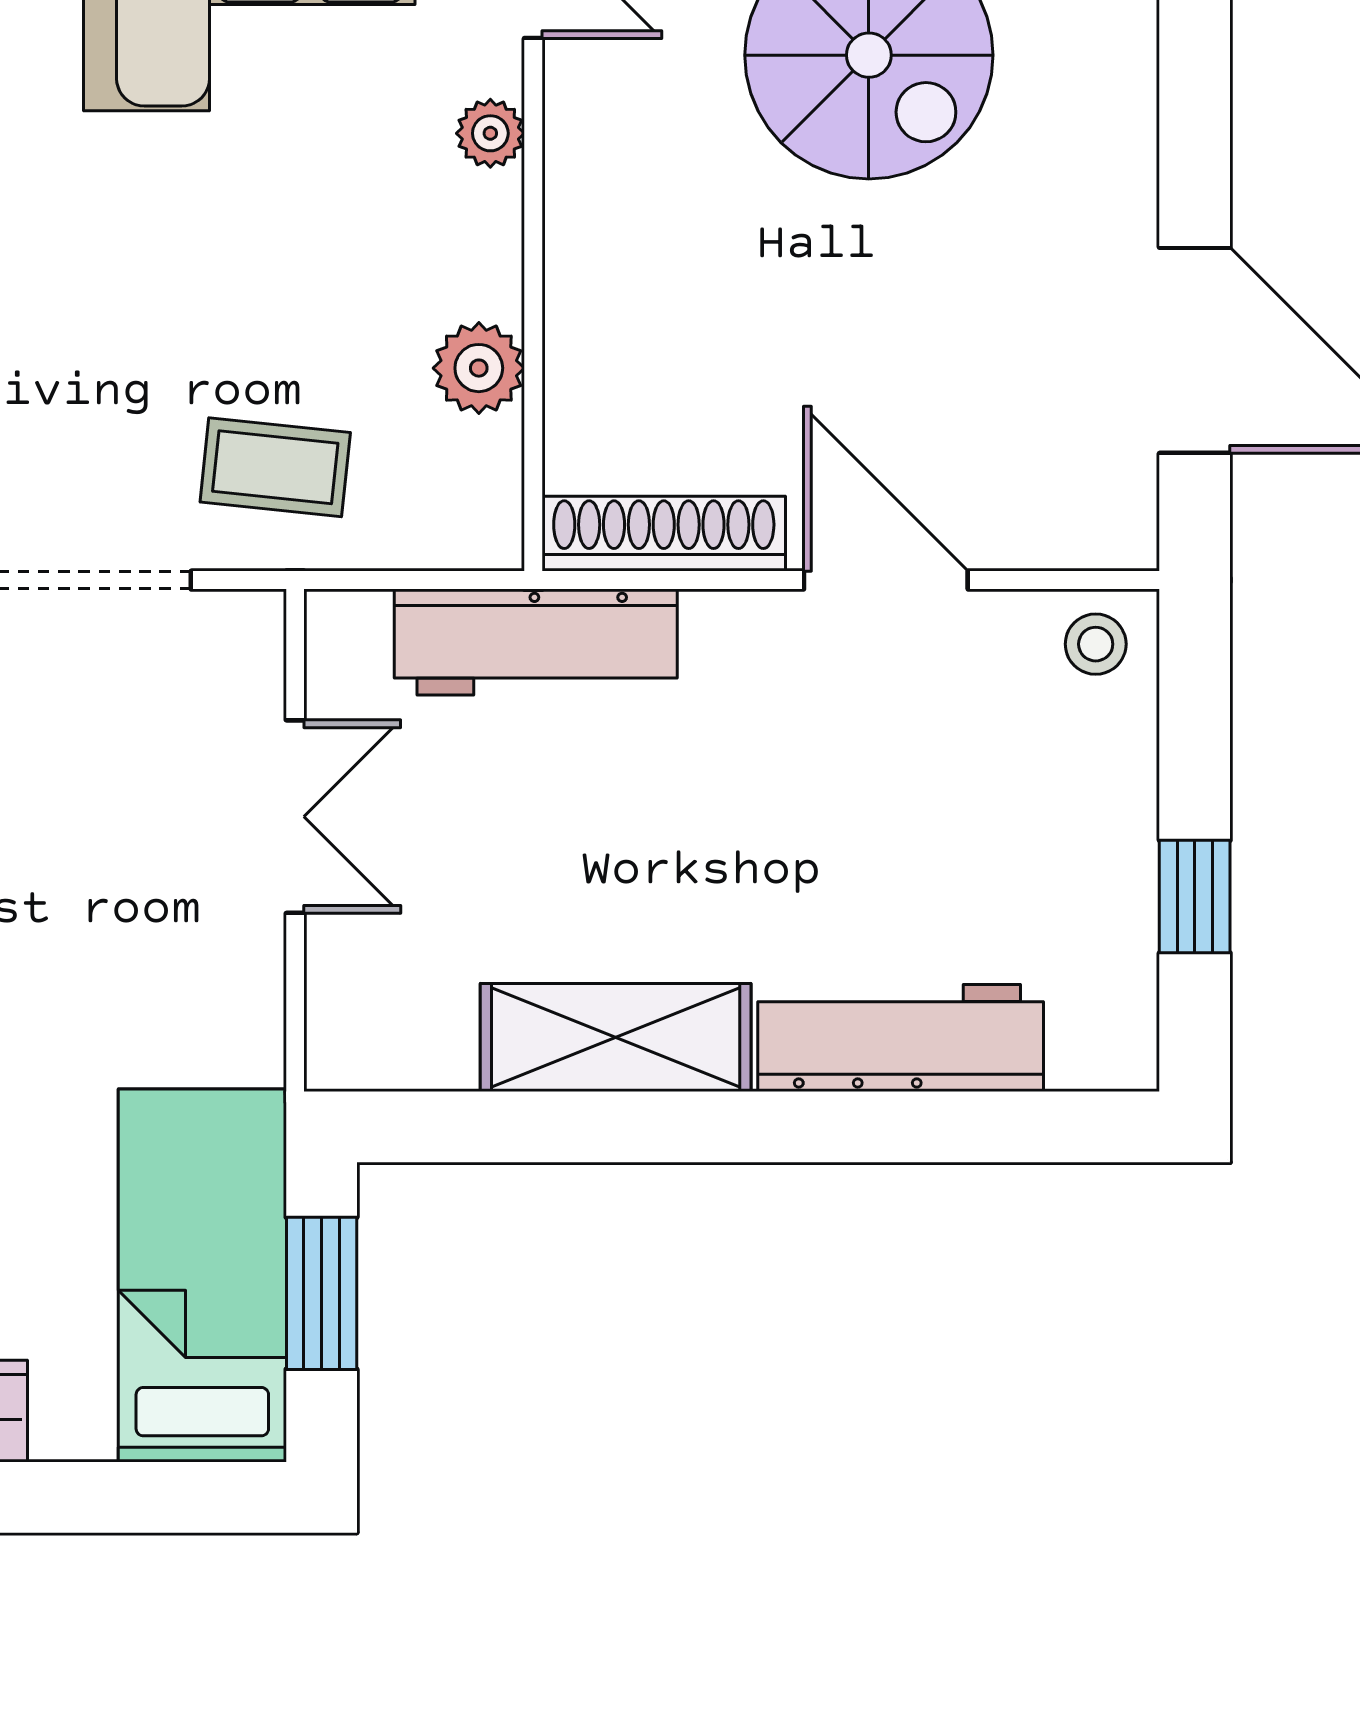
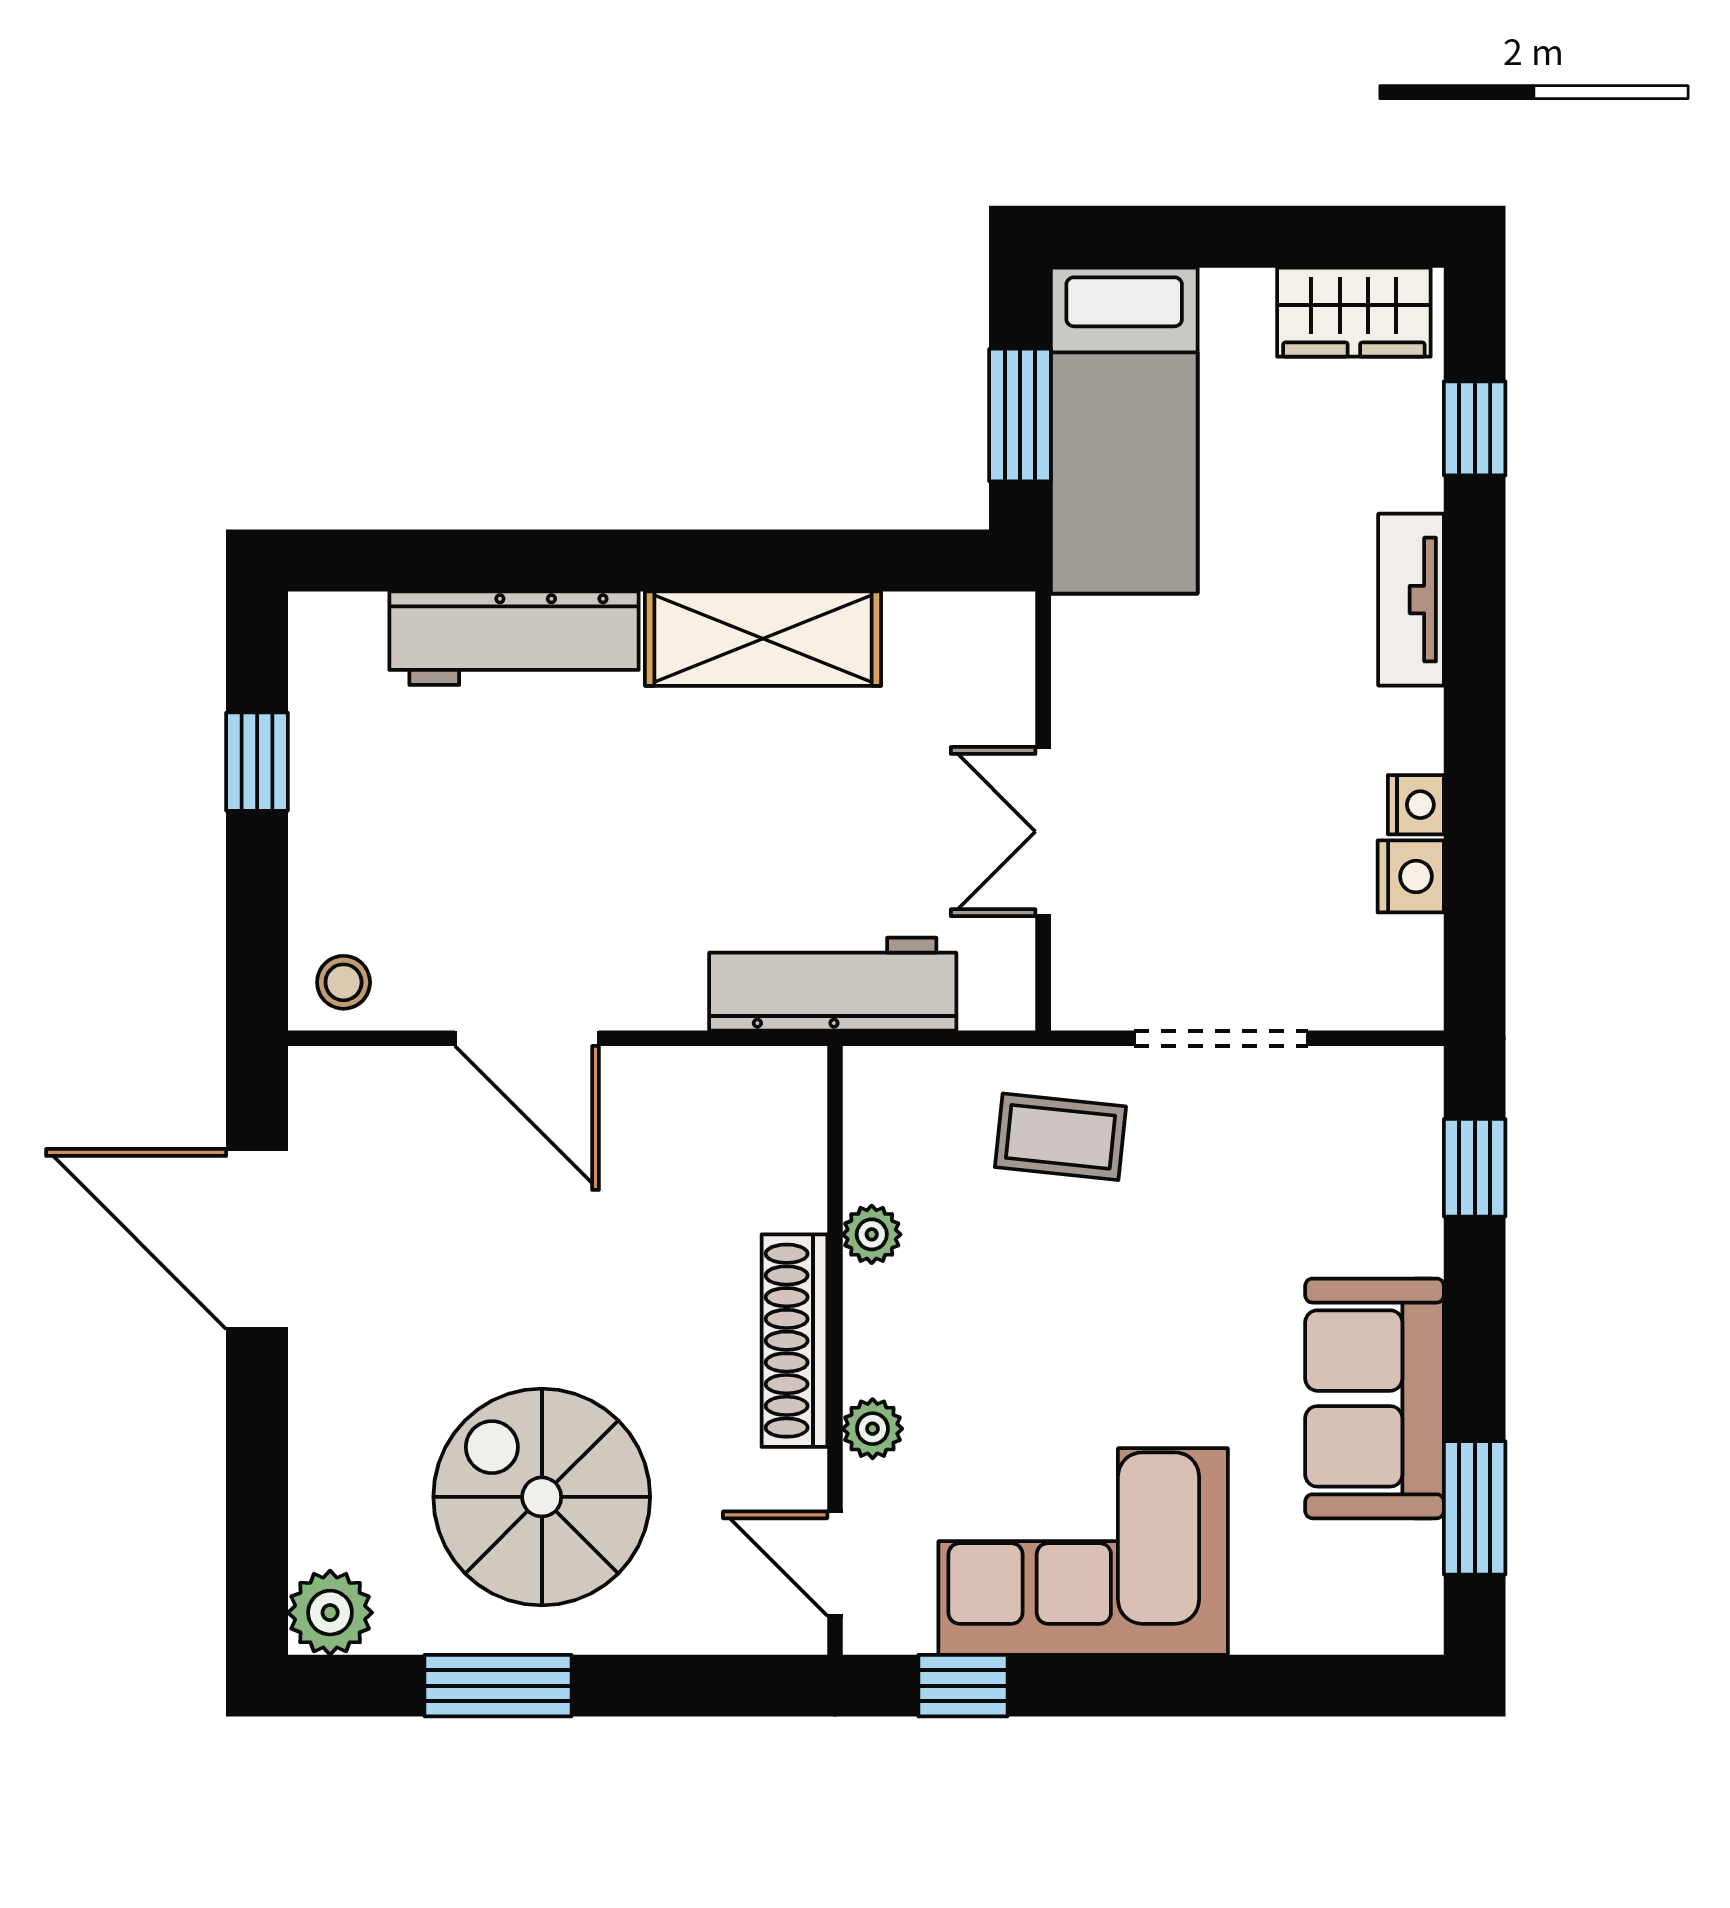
plant: (479, 368) -> (872, 1234), width x0.73, depth x0.73
shoe rack: (664, 534) -> (794, 1341), moved, turned 90

